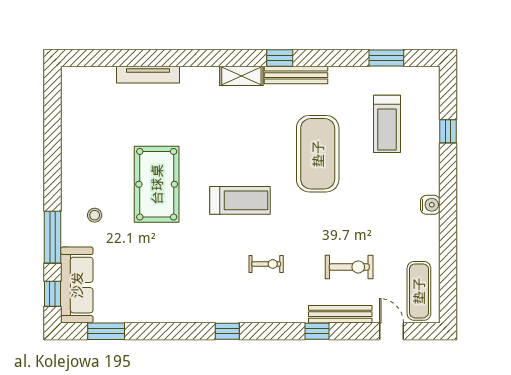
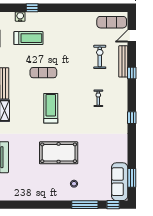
exercise mat: (318, 154) -> (43, 73), width x0.50, depth x0.69
treadmill: (240, 200) -> (51, 108), moved
water cooler: (430, 205) -> (20, 17), moved
sofa: (77, 285) -> (120, 182), moved, turned -90

